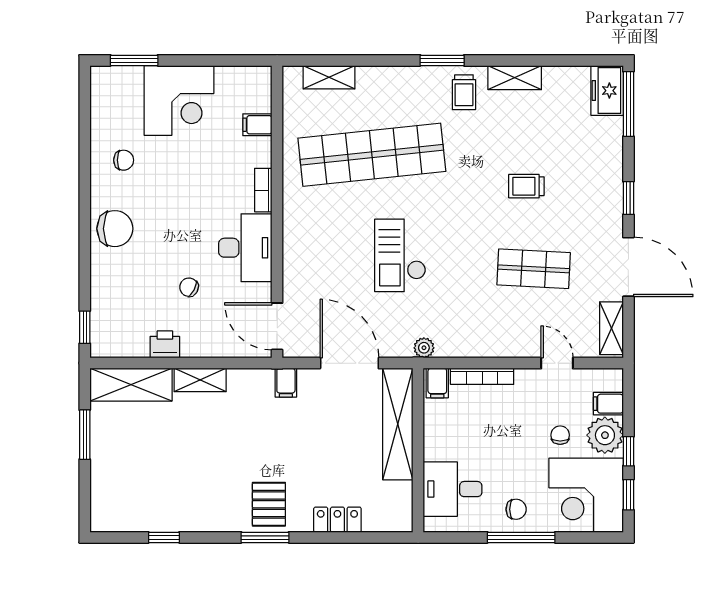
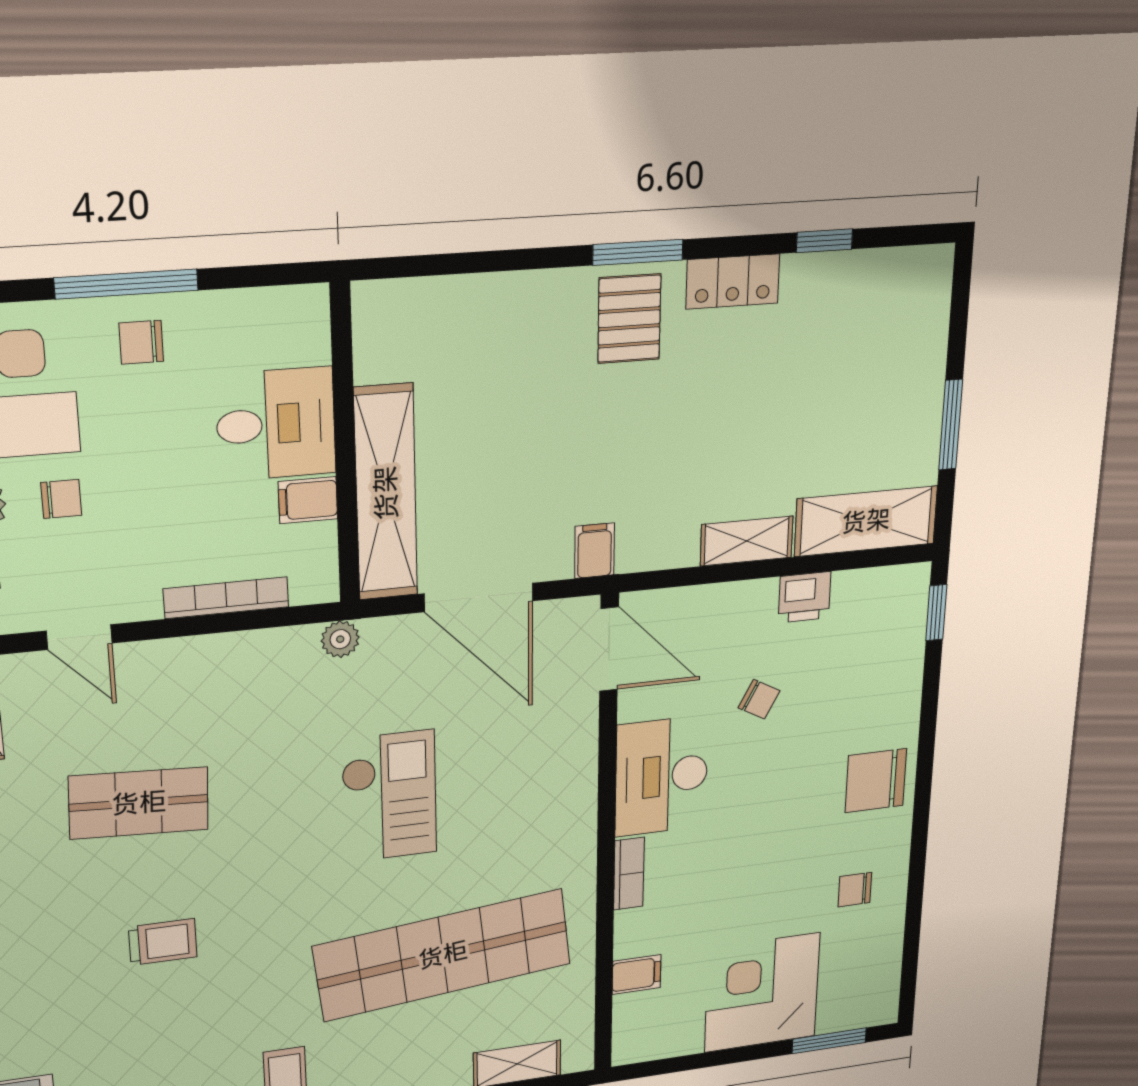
filing cabinet: (437, 383) -> (308, 500), moved, turned -90
chair: (560, 435) -> (61, 499), turned -90
desk: (453, 489) -> (276, 424), moved
locker: (337, 520) -> (733, 281), moved

